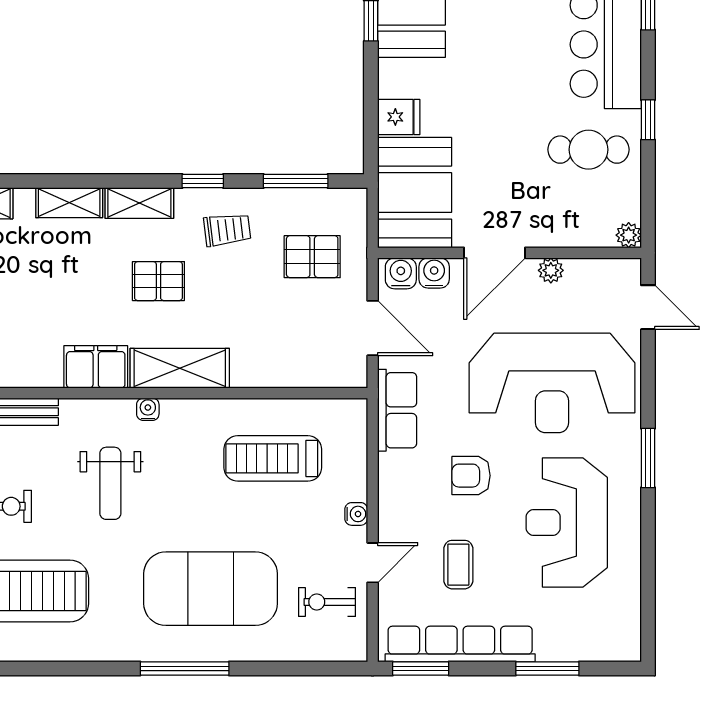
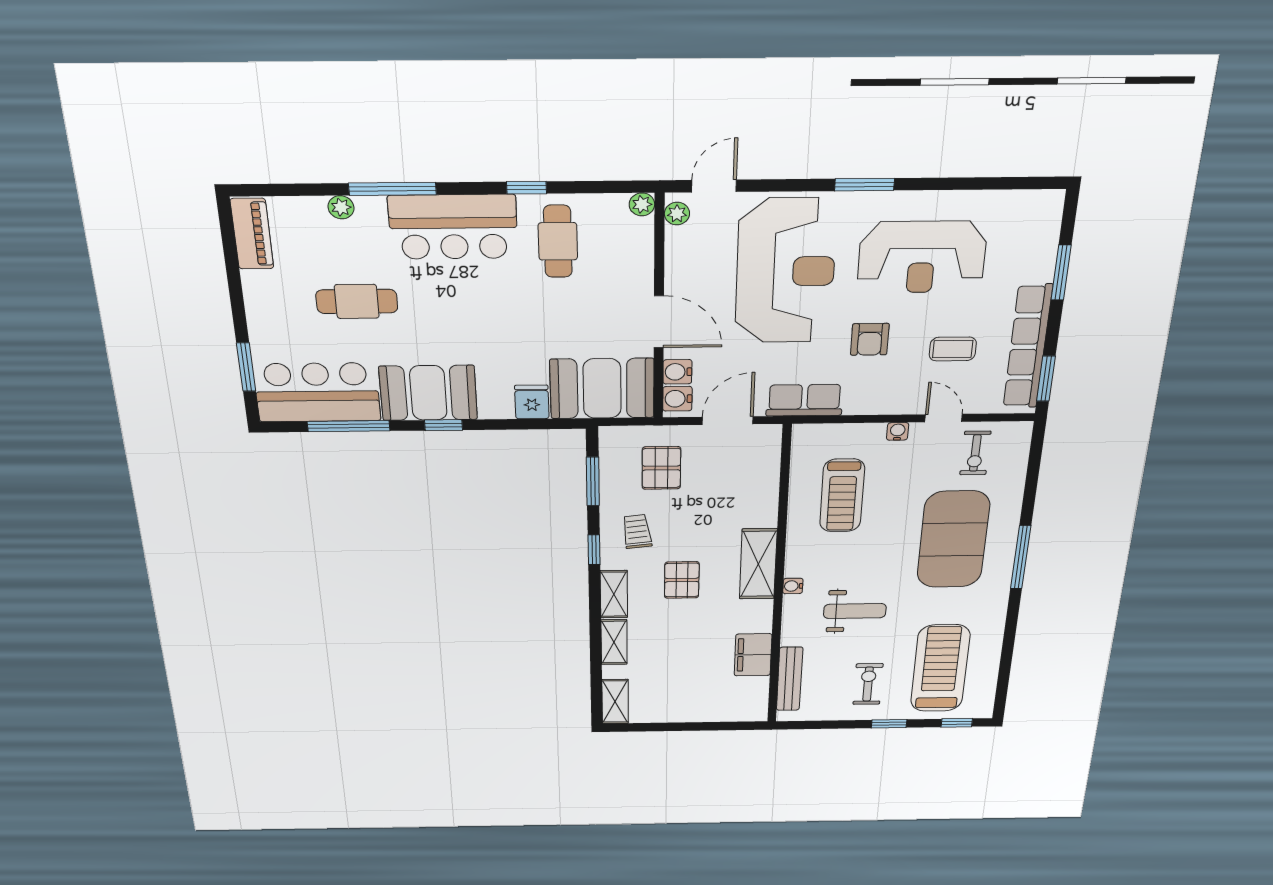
plant: (551, 270) -> (677, 214), moved
filing cabinet: (96, 367) -> (753, 655), moved

